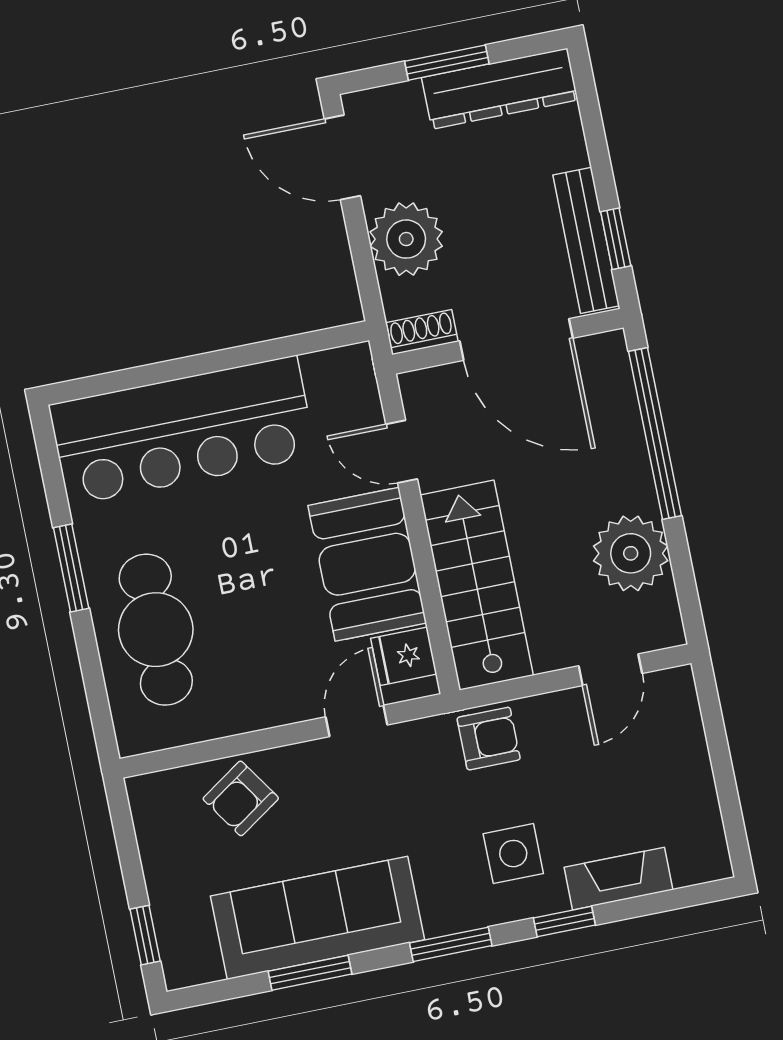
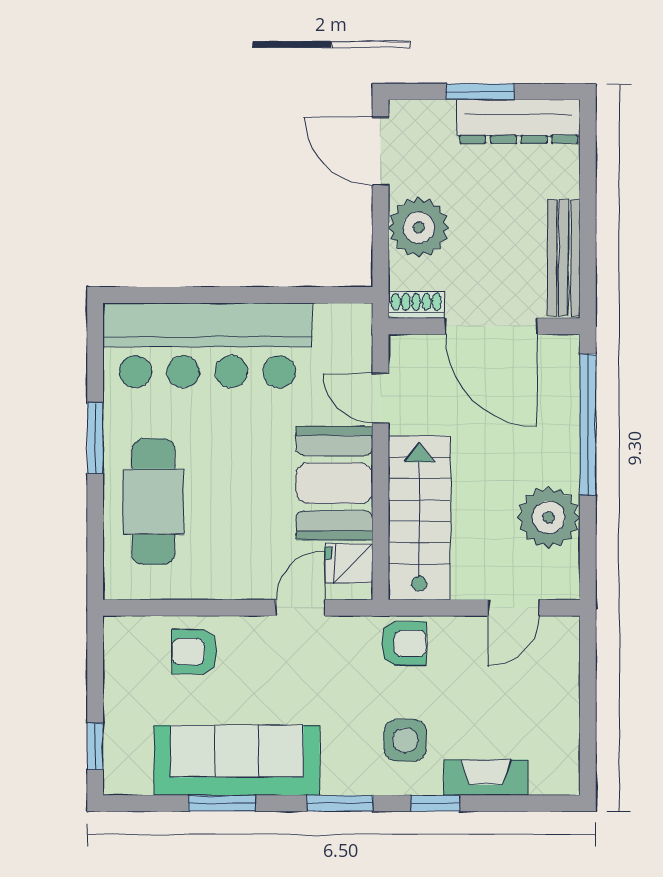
window: (616, 239) -> (588, 261), removed
armchair: (241, 798) -> (194, 652), turned 34

